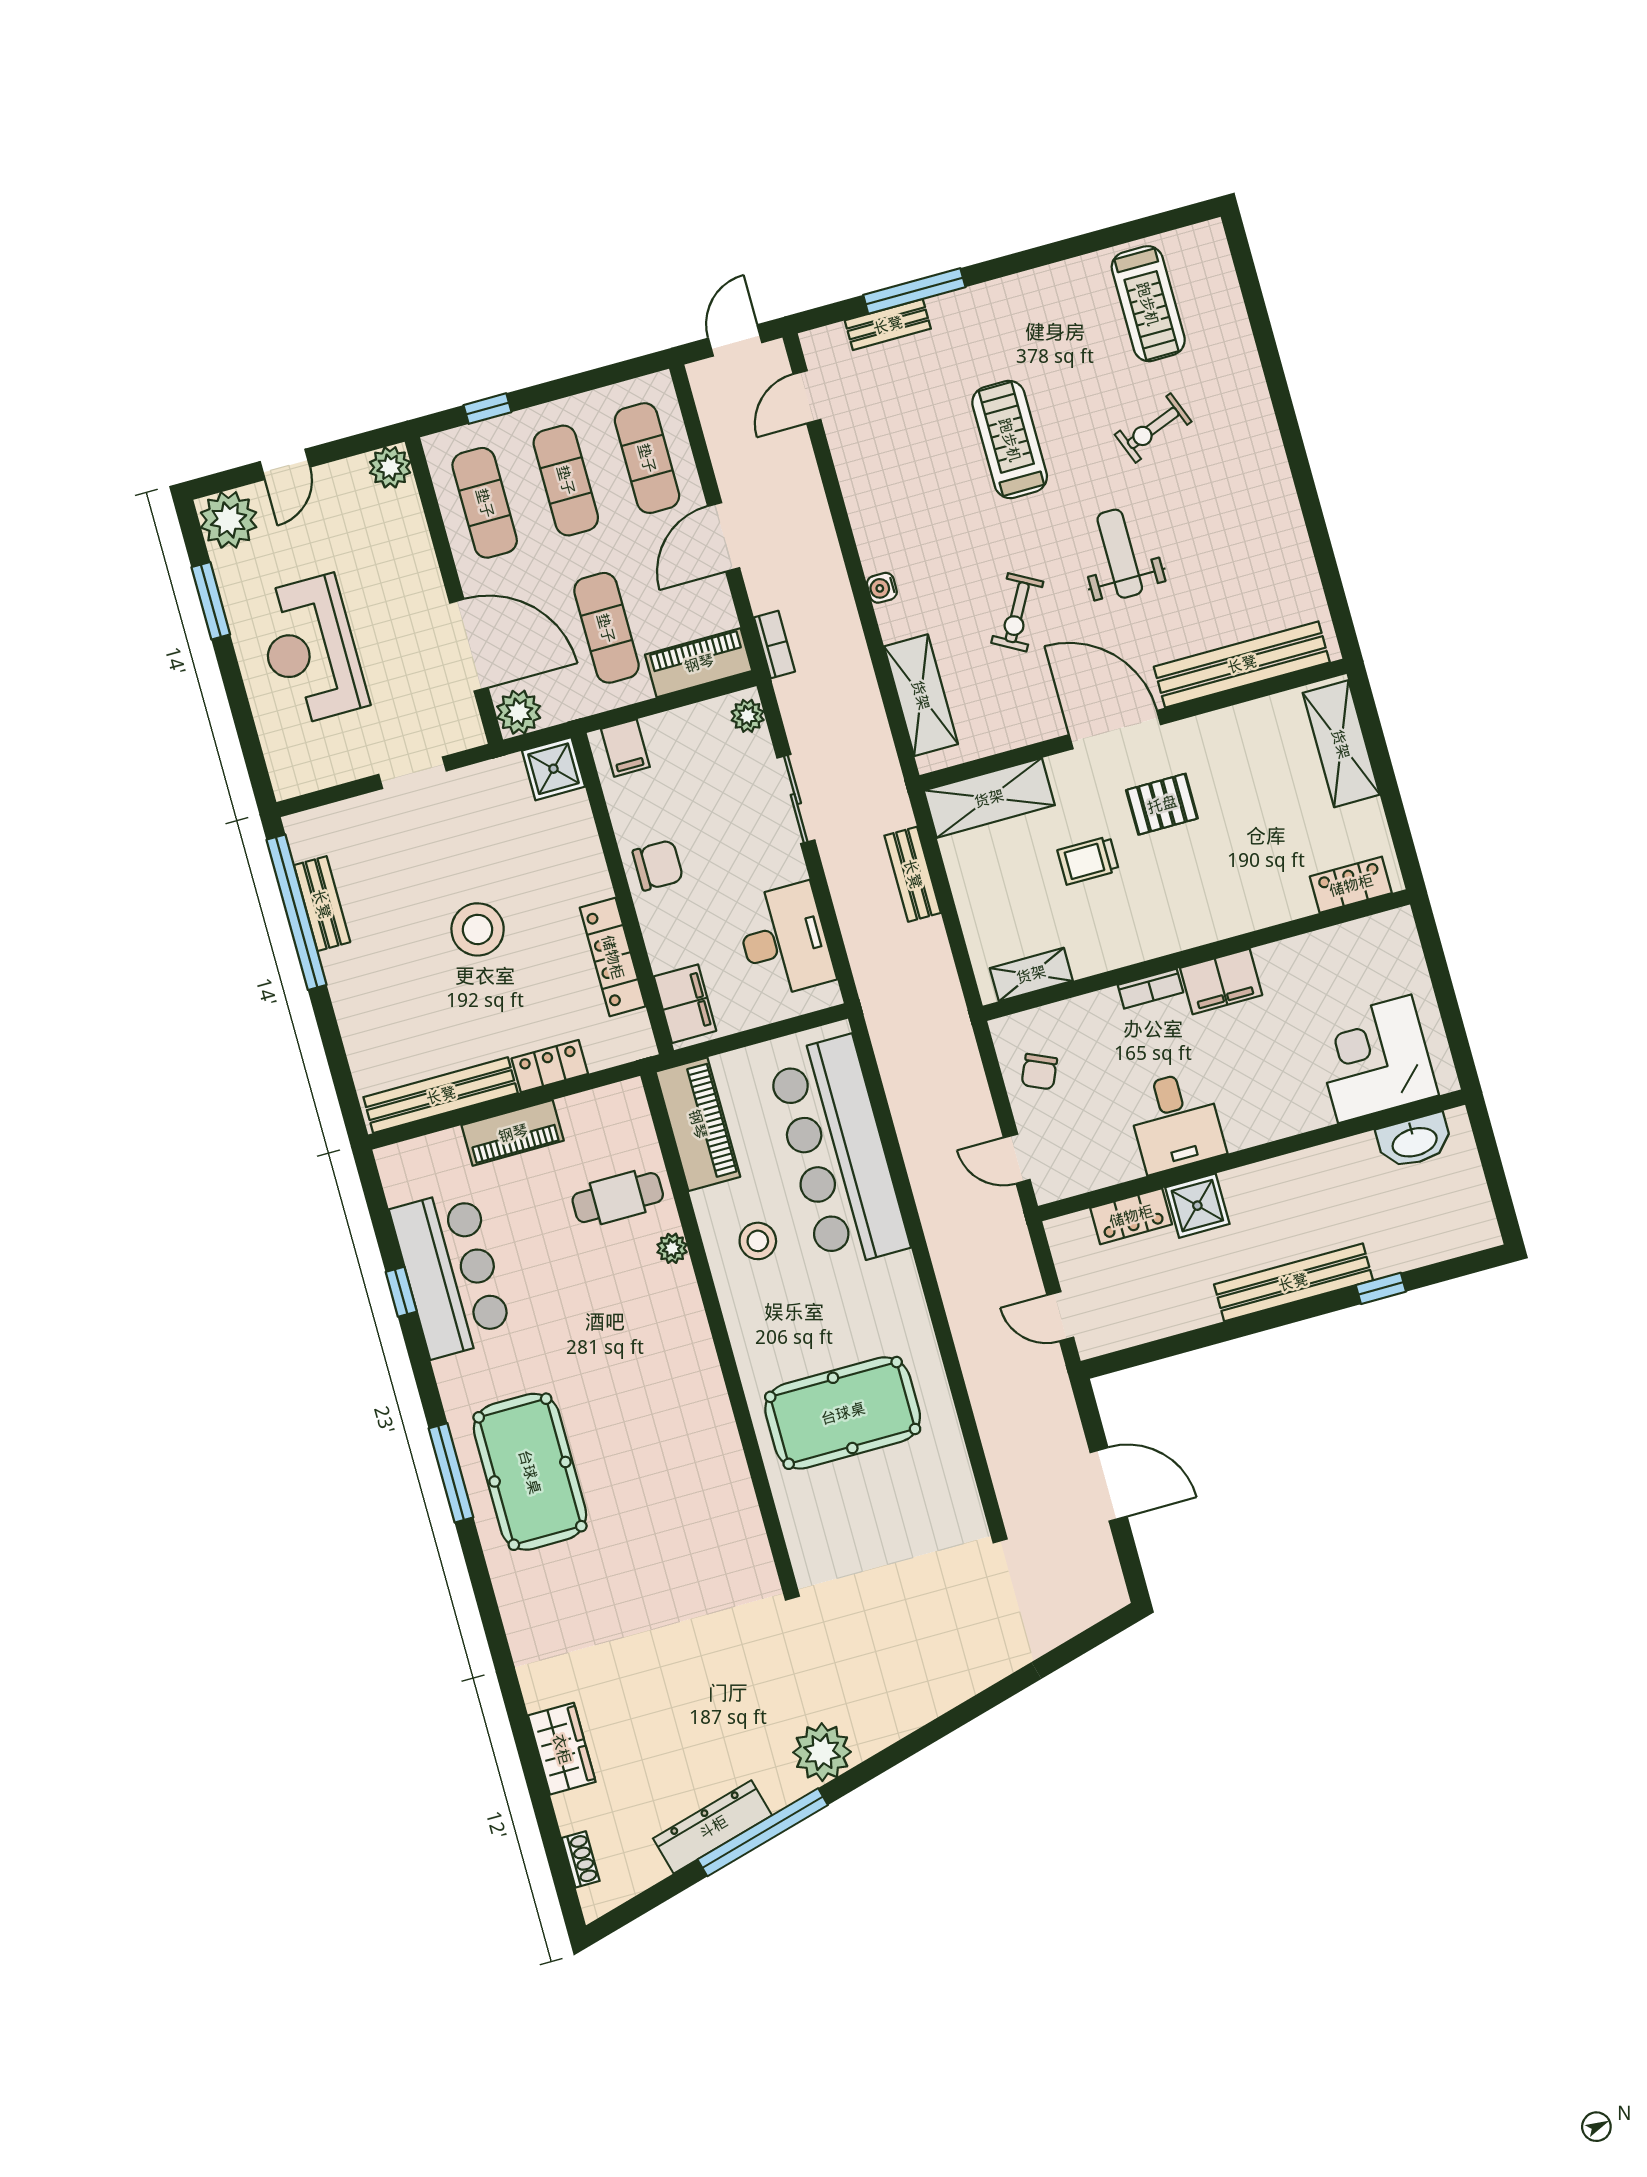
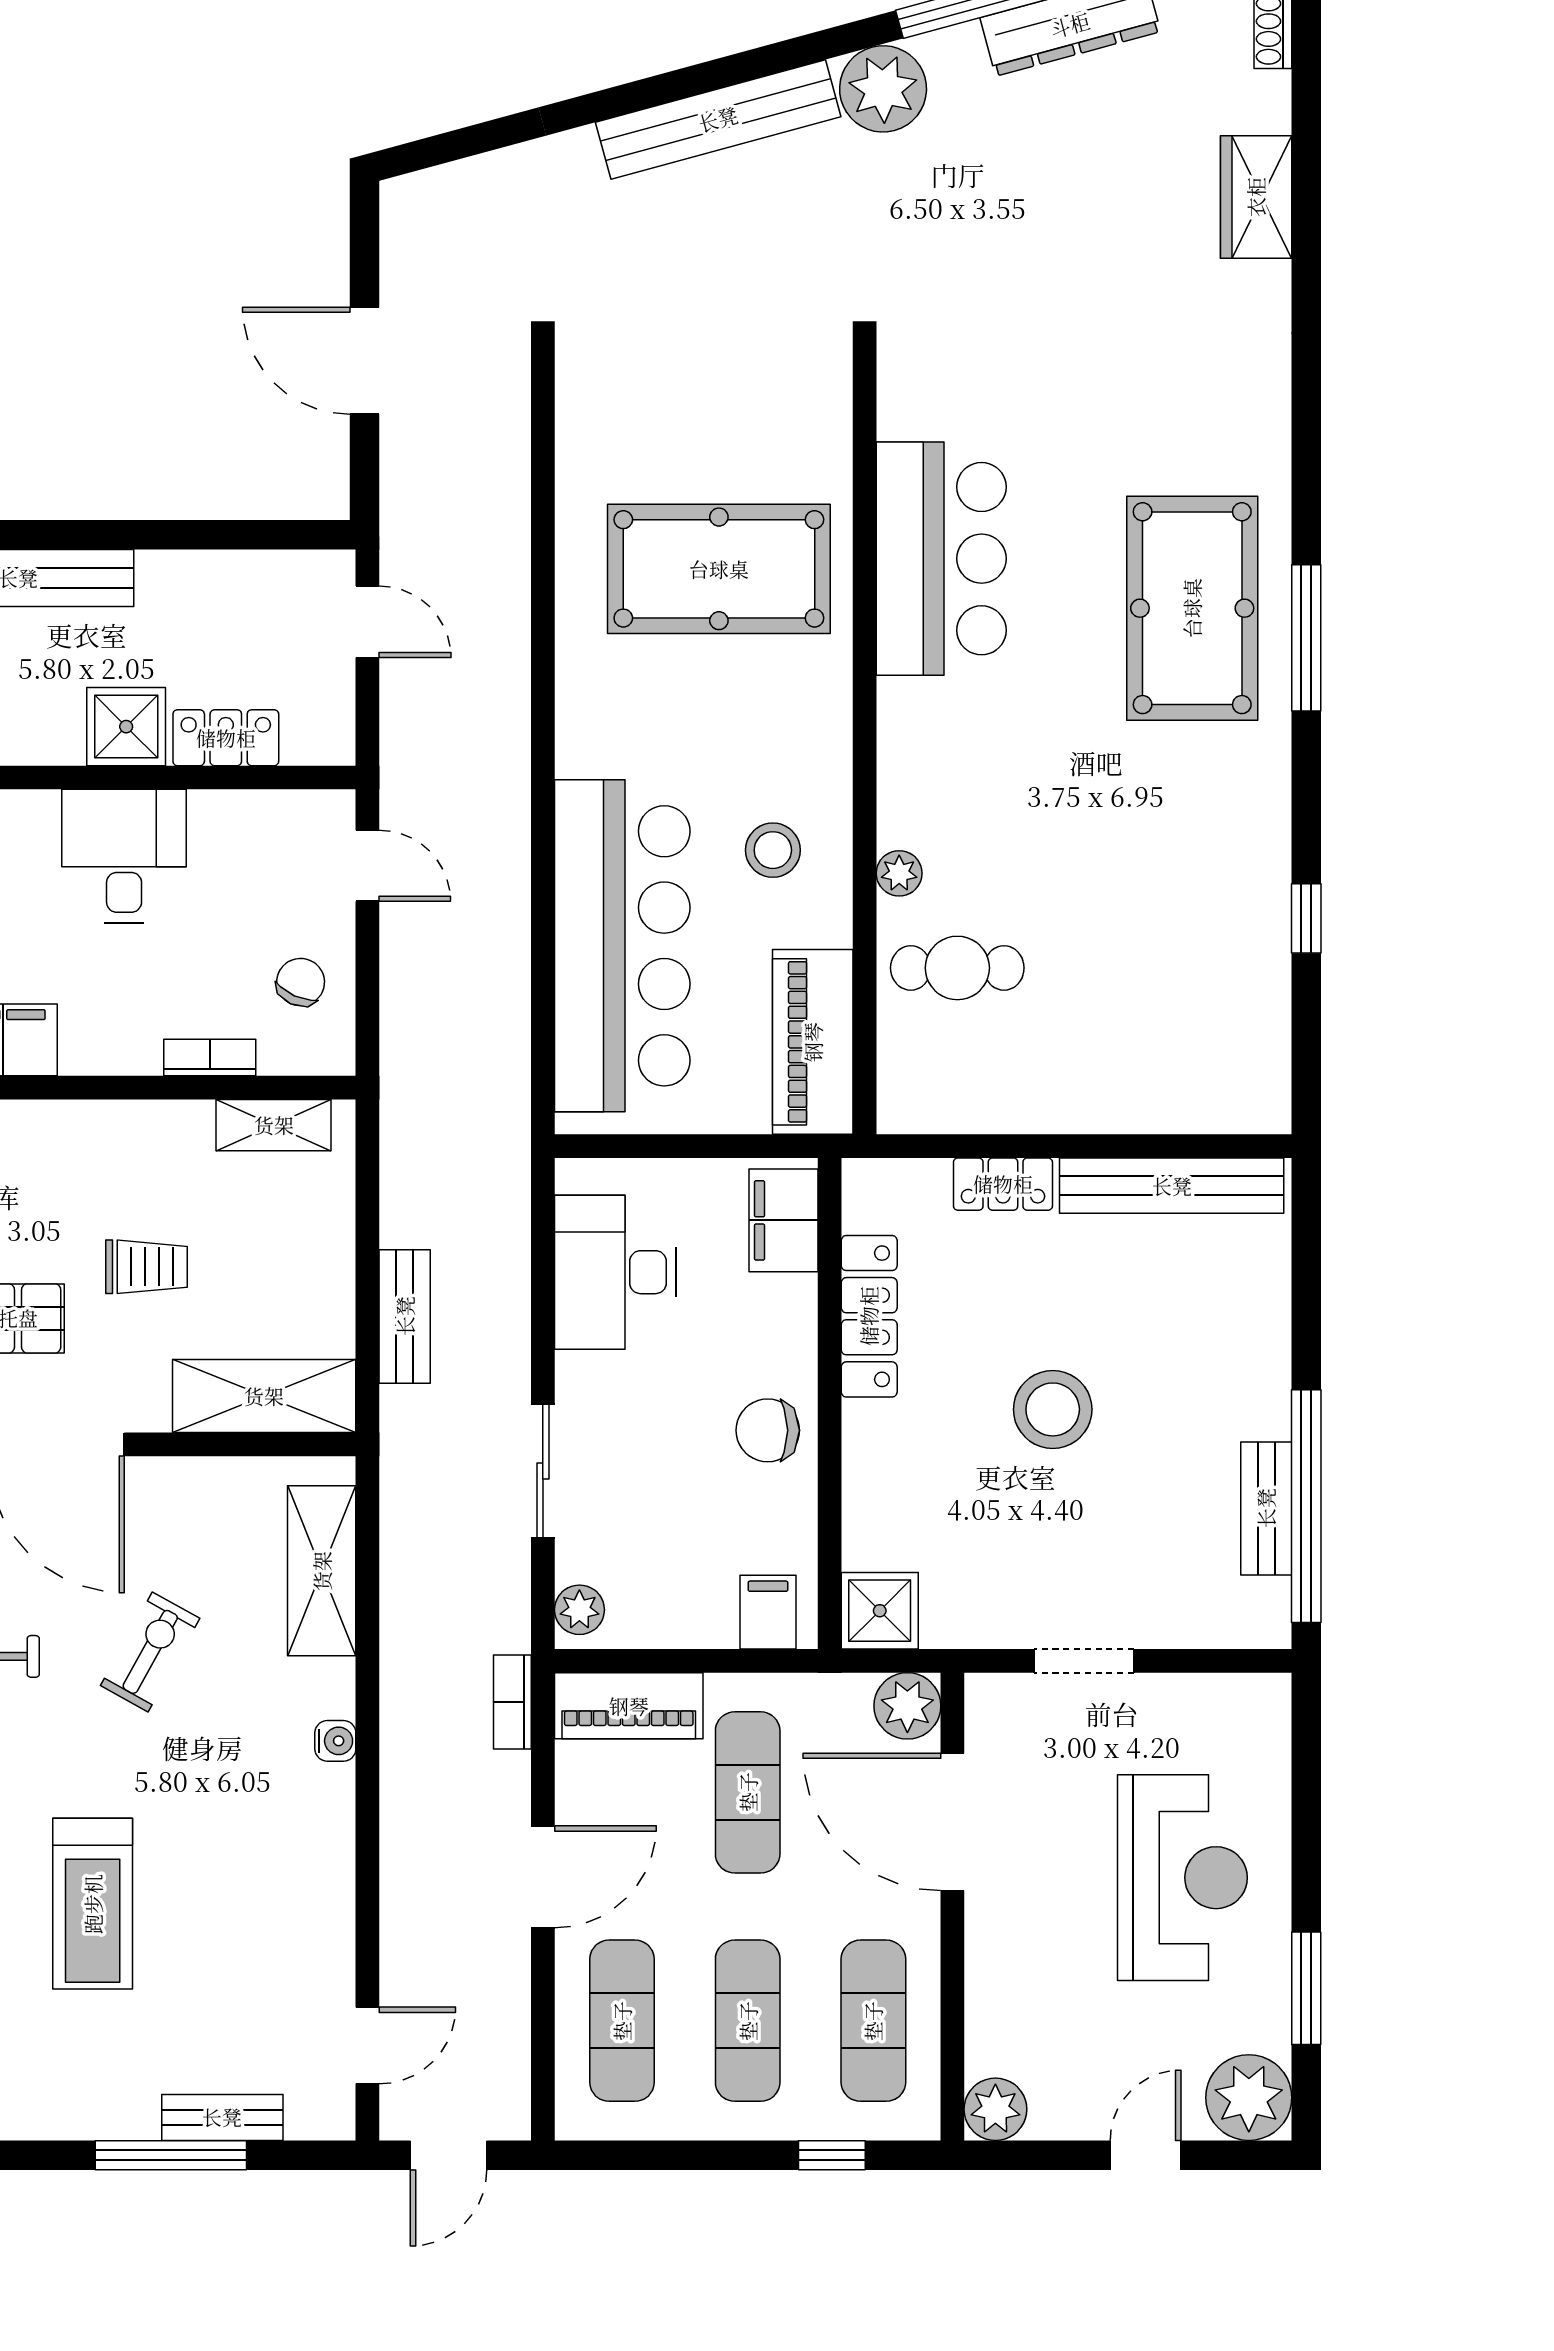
bookcase: (1150, 989) -> (210, 1058), moved
piano: (513, 1133) -> (1083, 1103), removed
bar counter: (451, 1273) -> (941, 559), moved, turned 180
bench: (923, 1703) -> (718, 119), added

